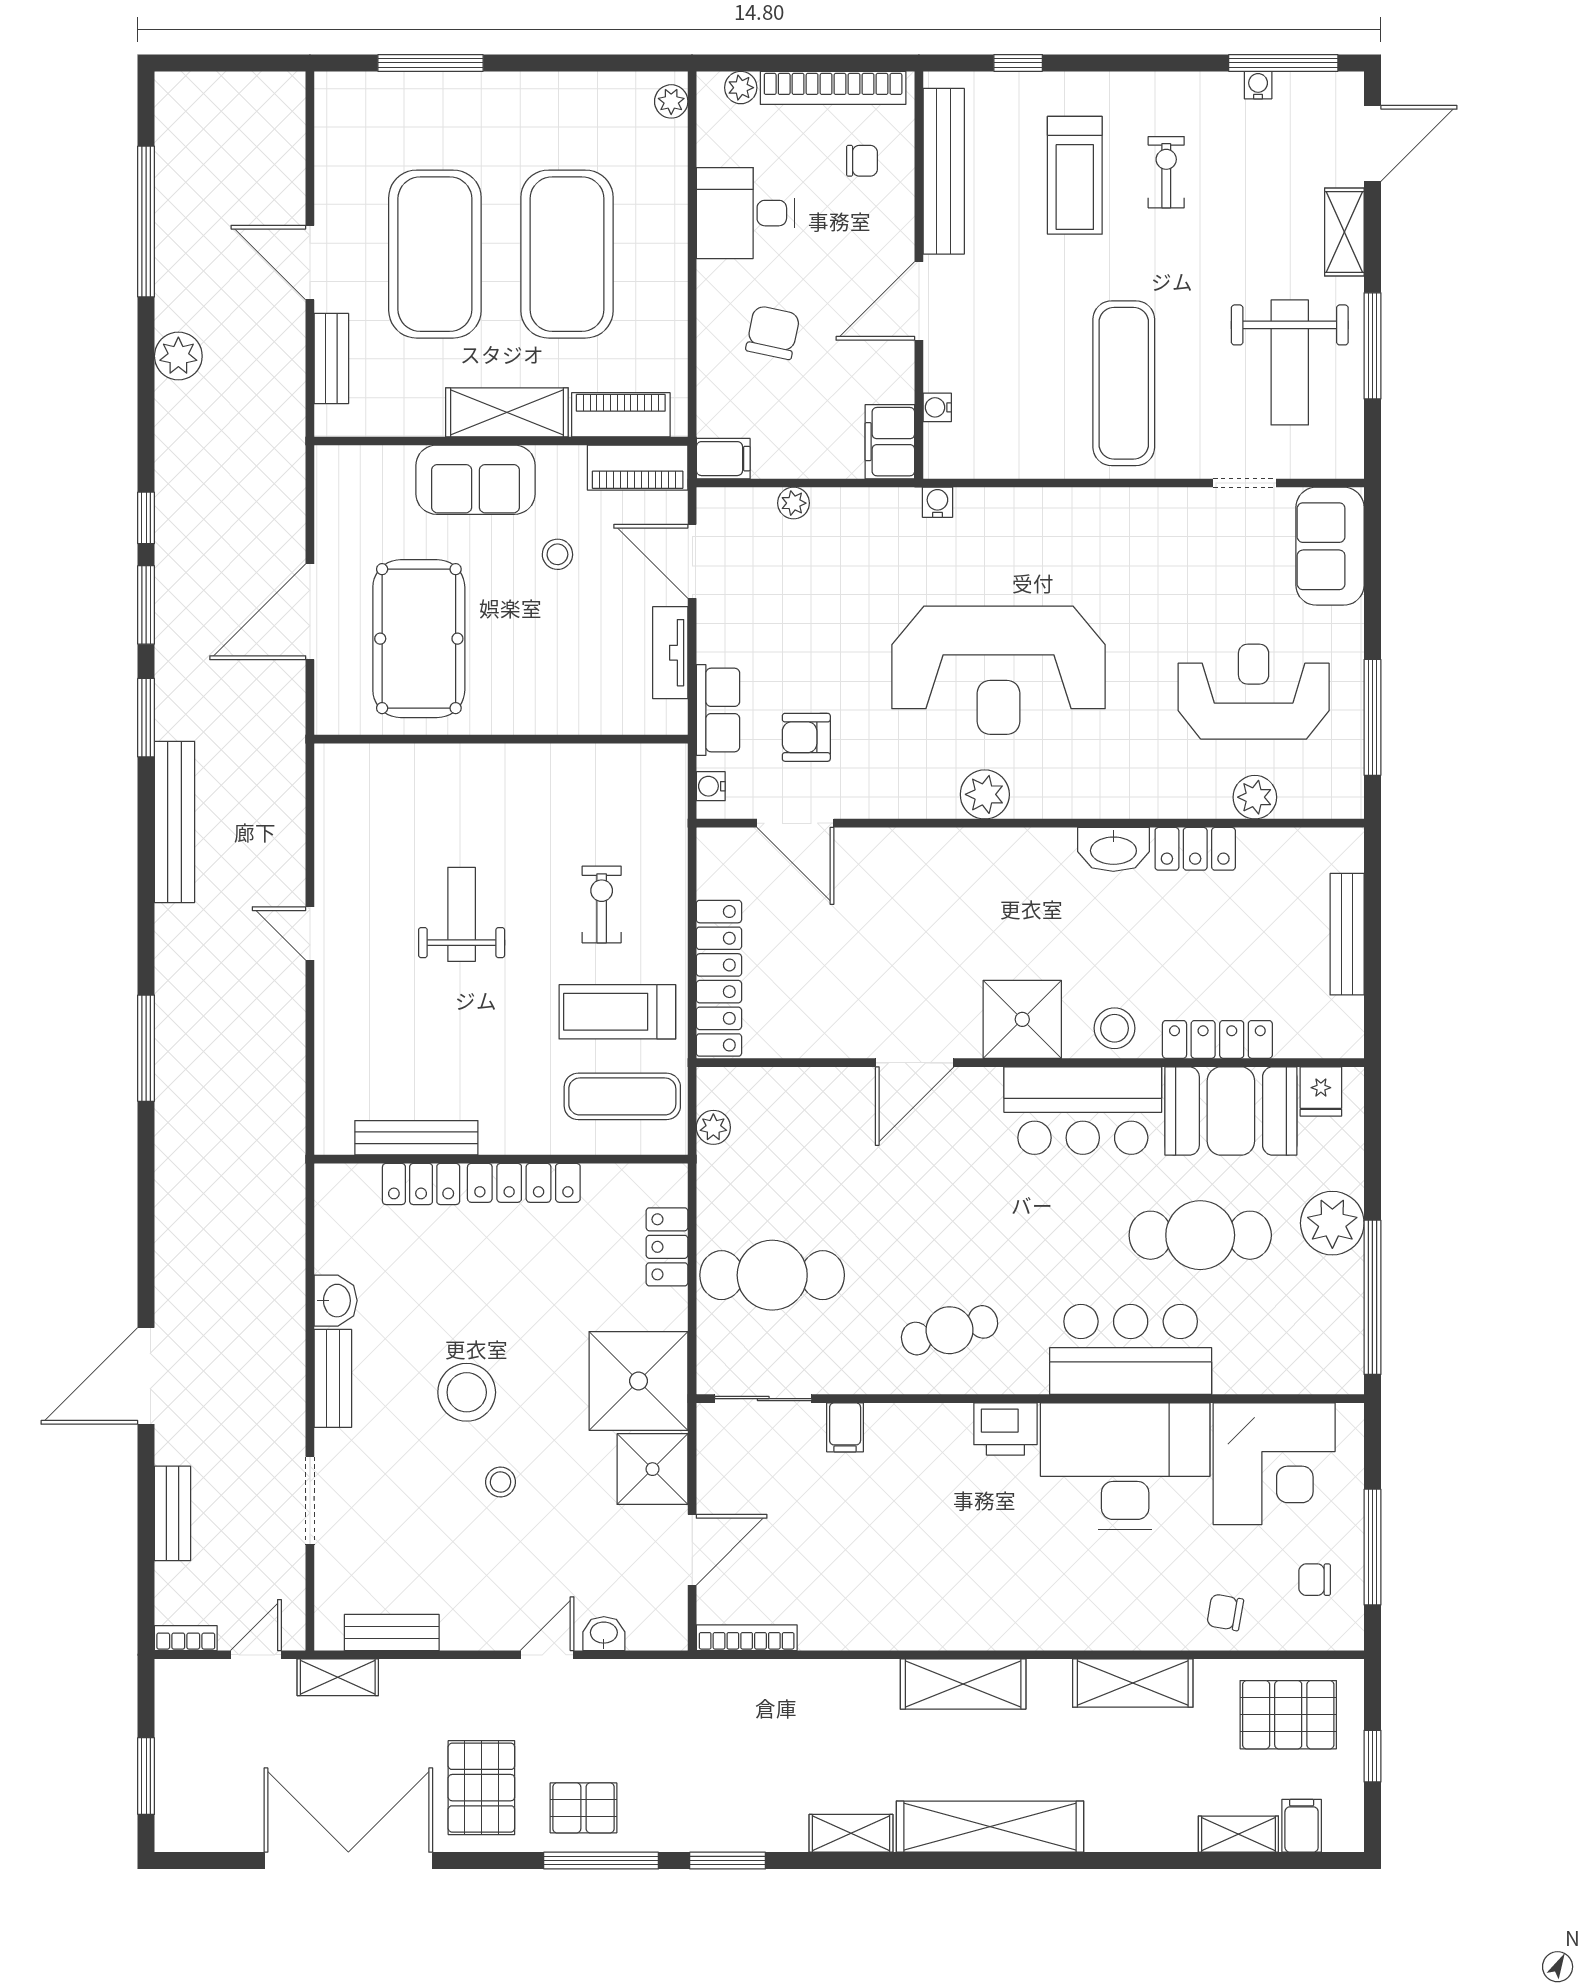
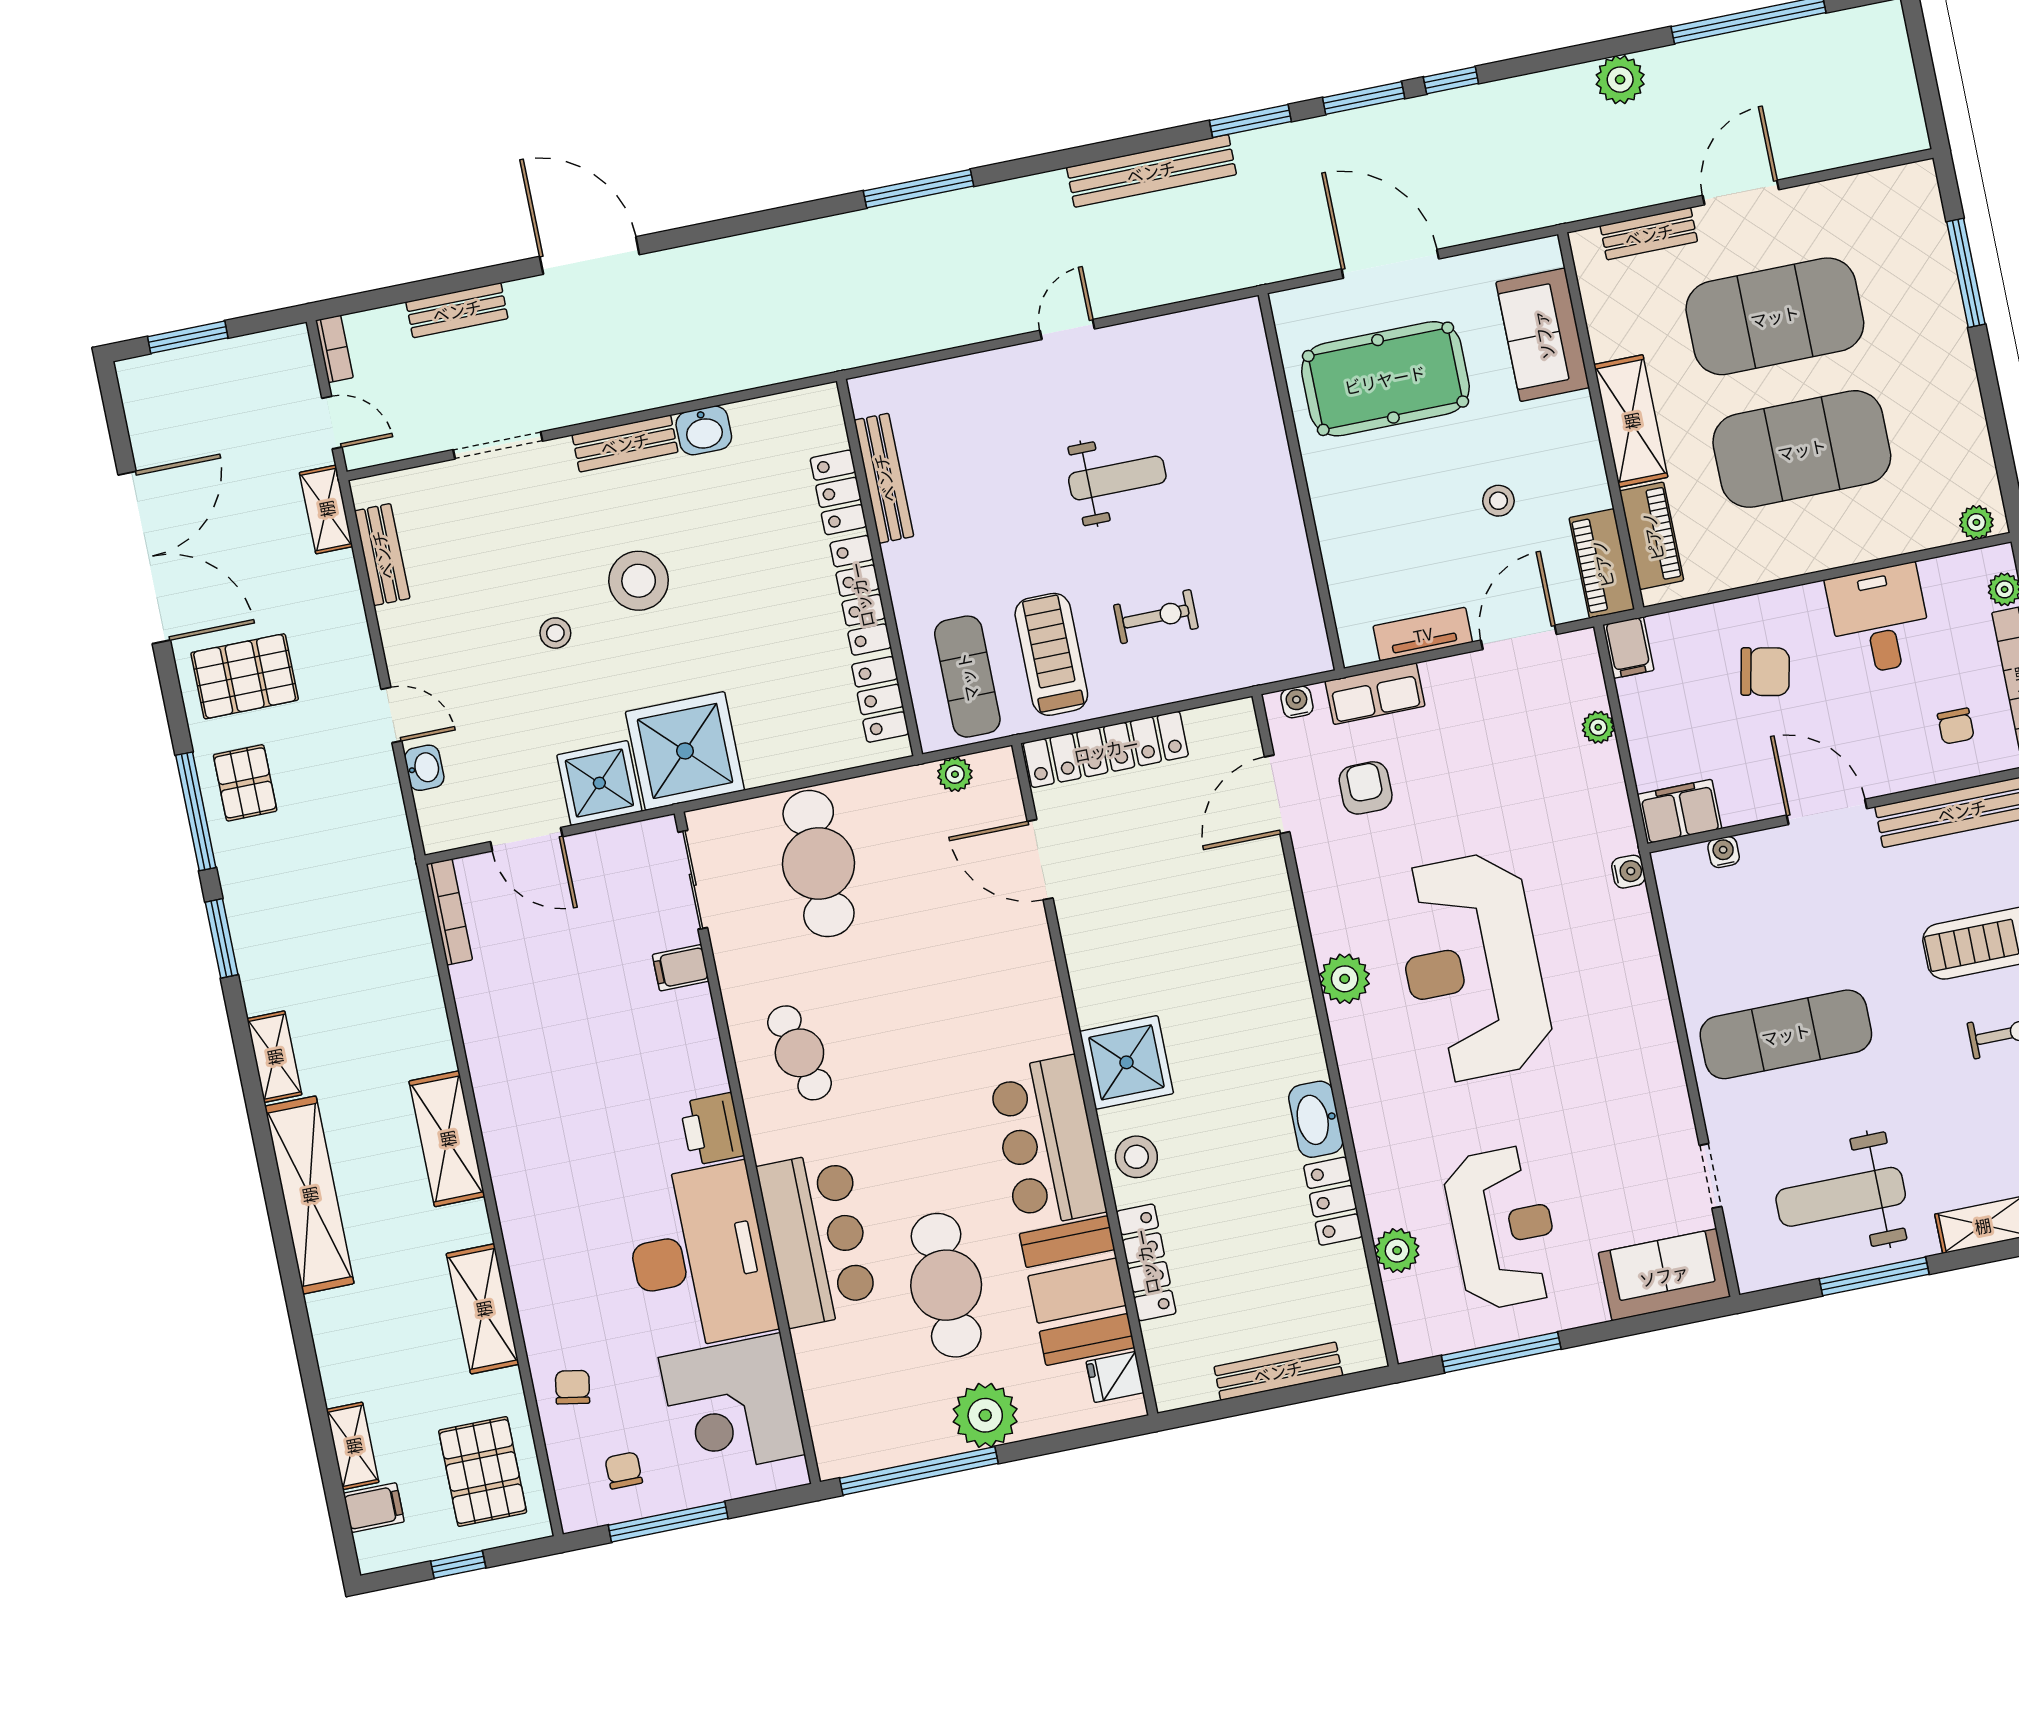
sofa: (475, 480) -> (1543, 335), moved
door: (915, 1063) -> (1040, 860), moved
locker: (667, 1247) -> (880, 699), moved, turned -90

